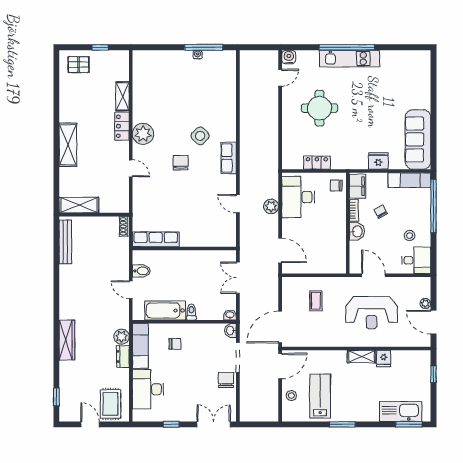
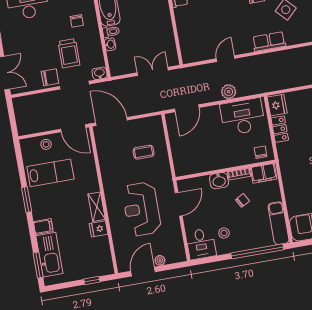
fridge: (378, 161) -> (277, 105), moved
washbasin: (230, 315) -> (110, 44), moved
trolley: (205, 357) -> (69, 53), added
filing cabinet: (372, 413) -> (43, 227), added

